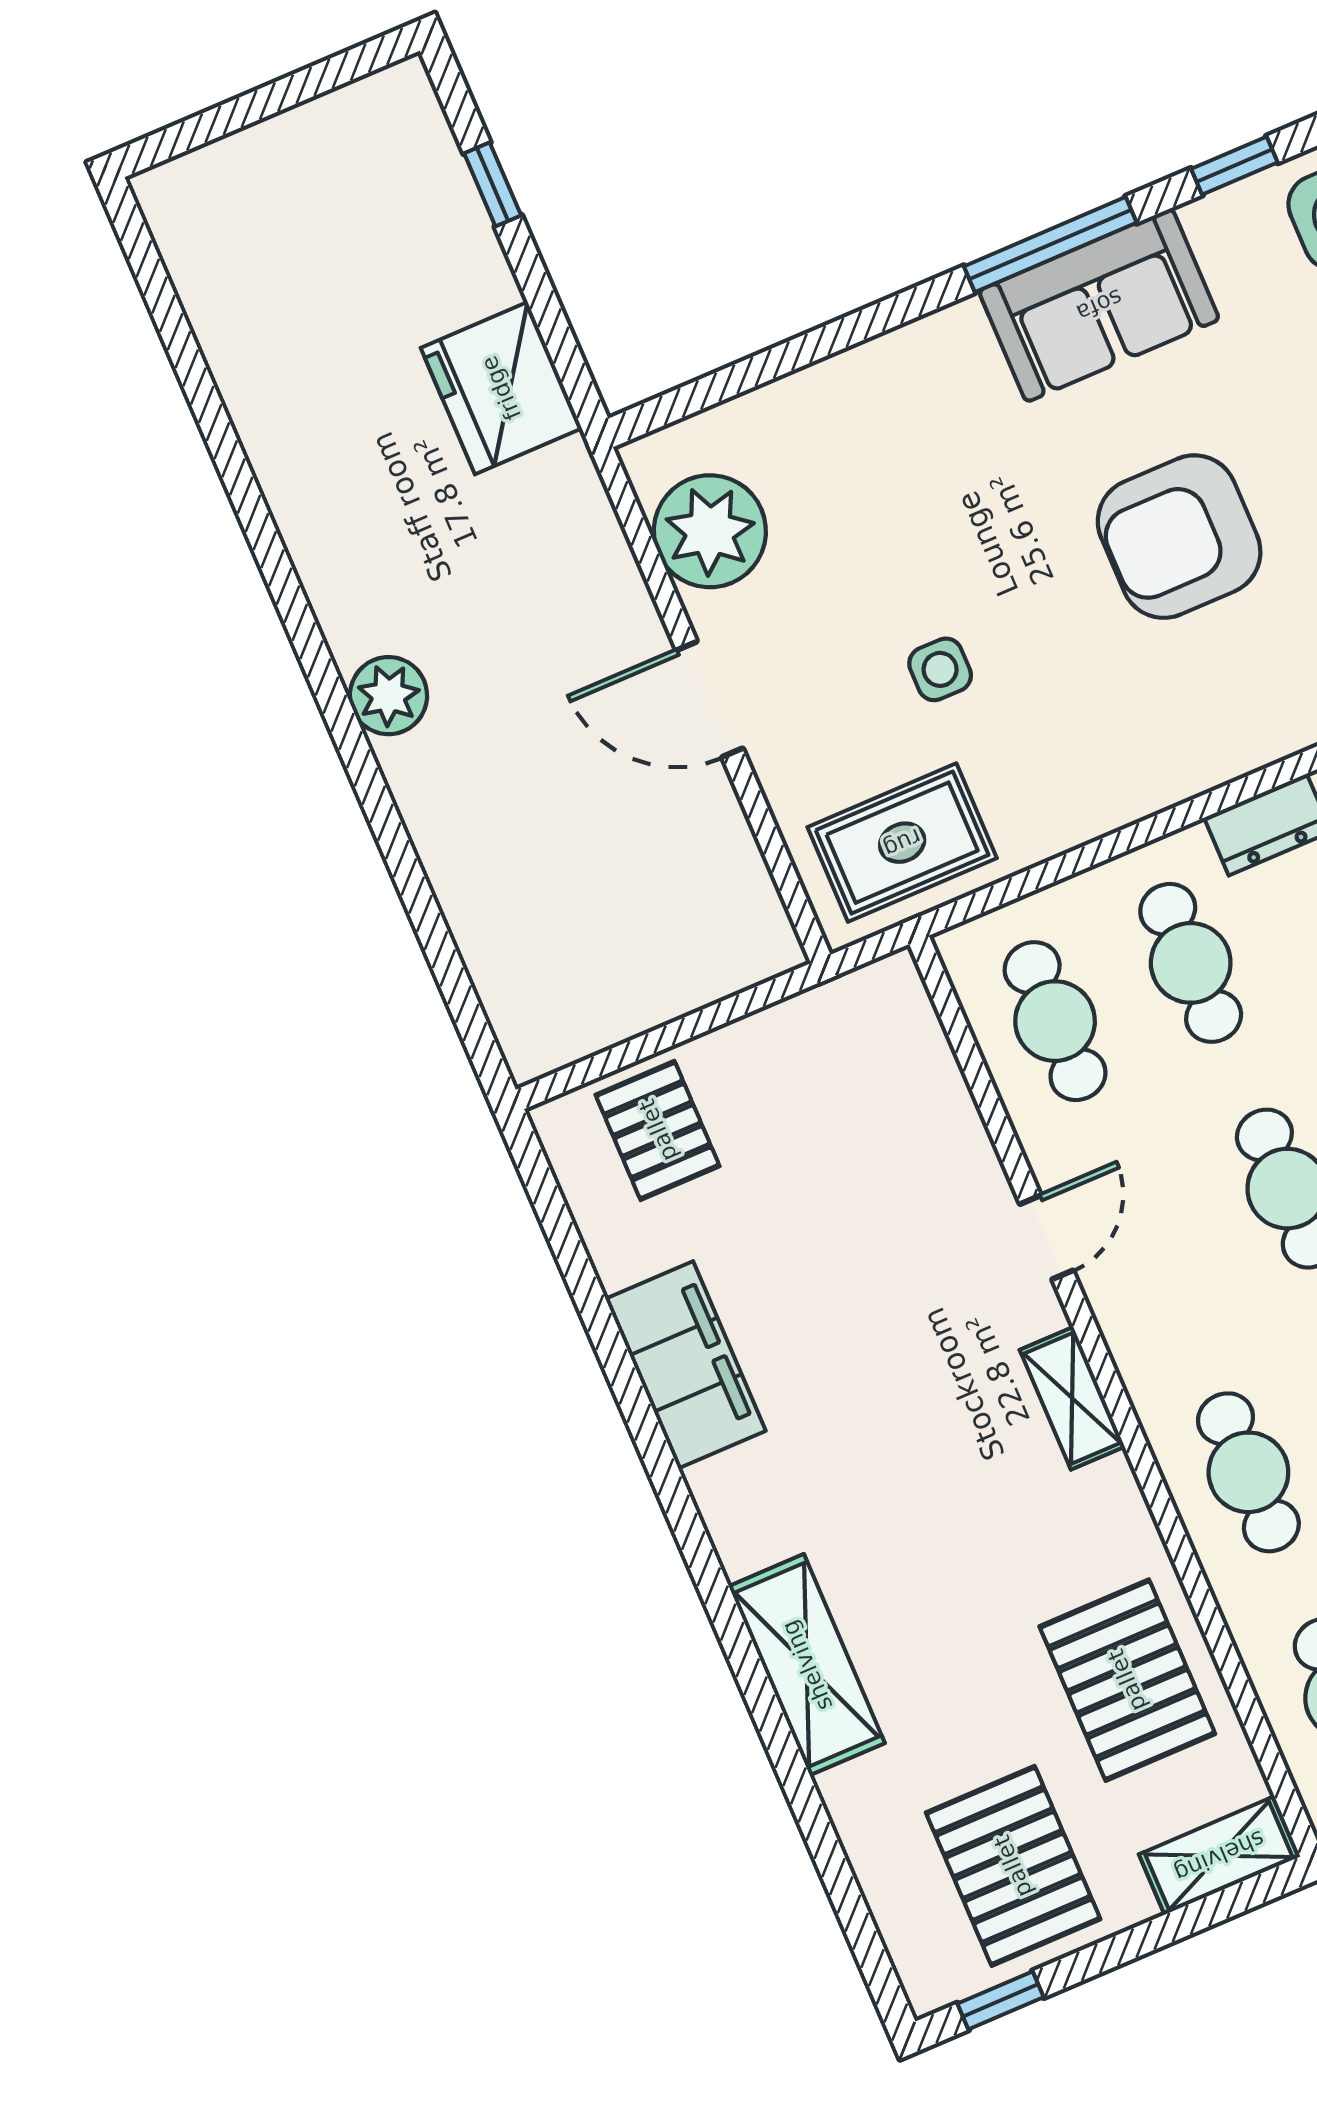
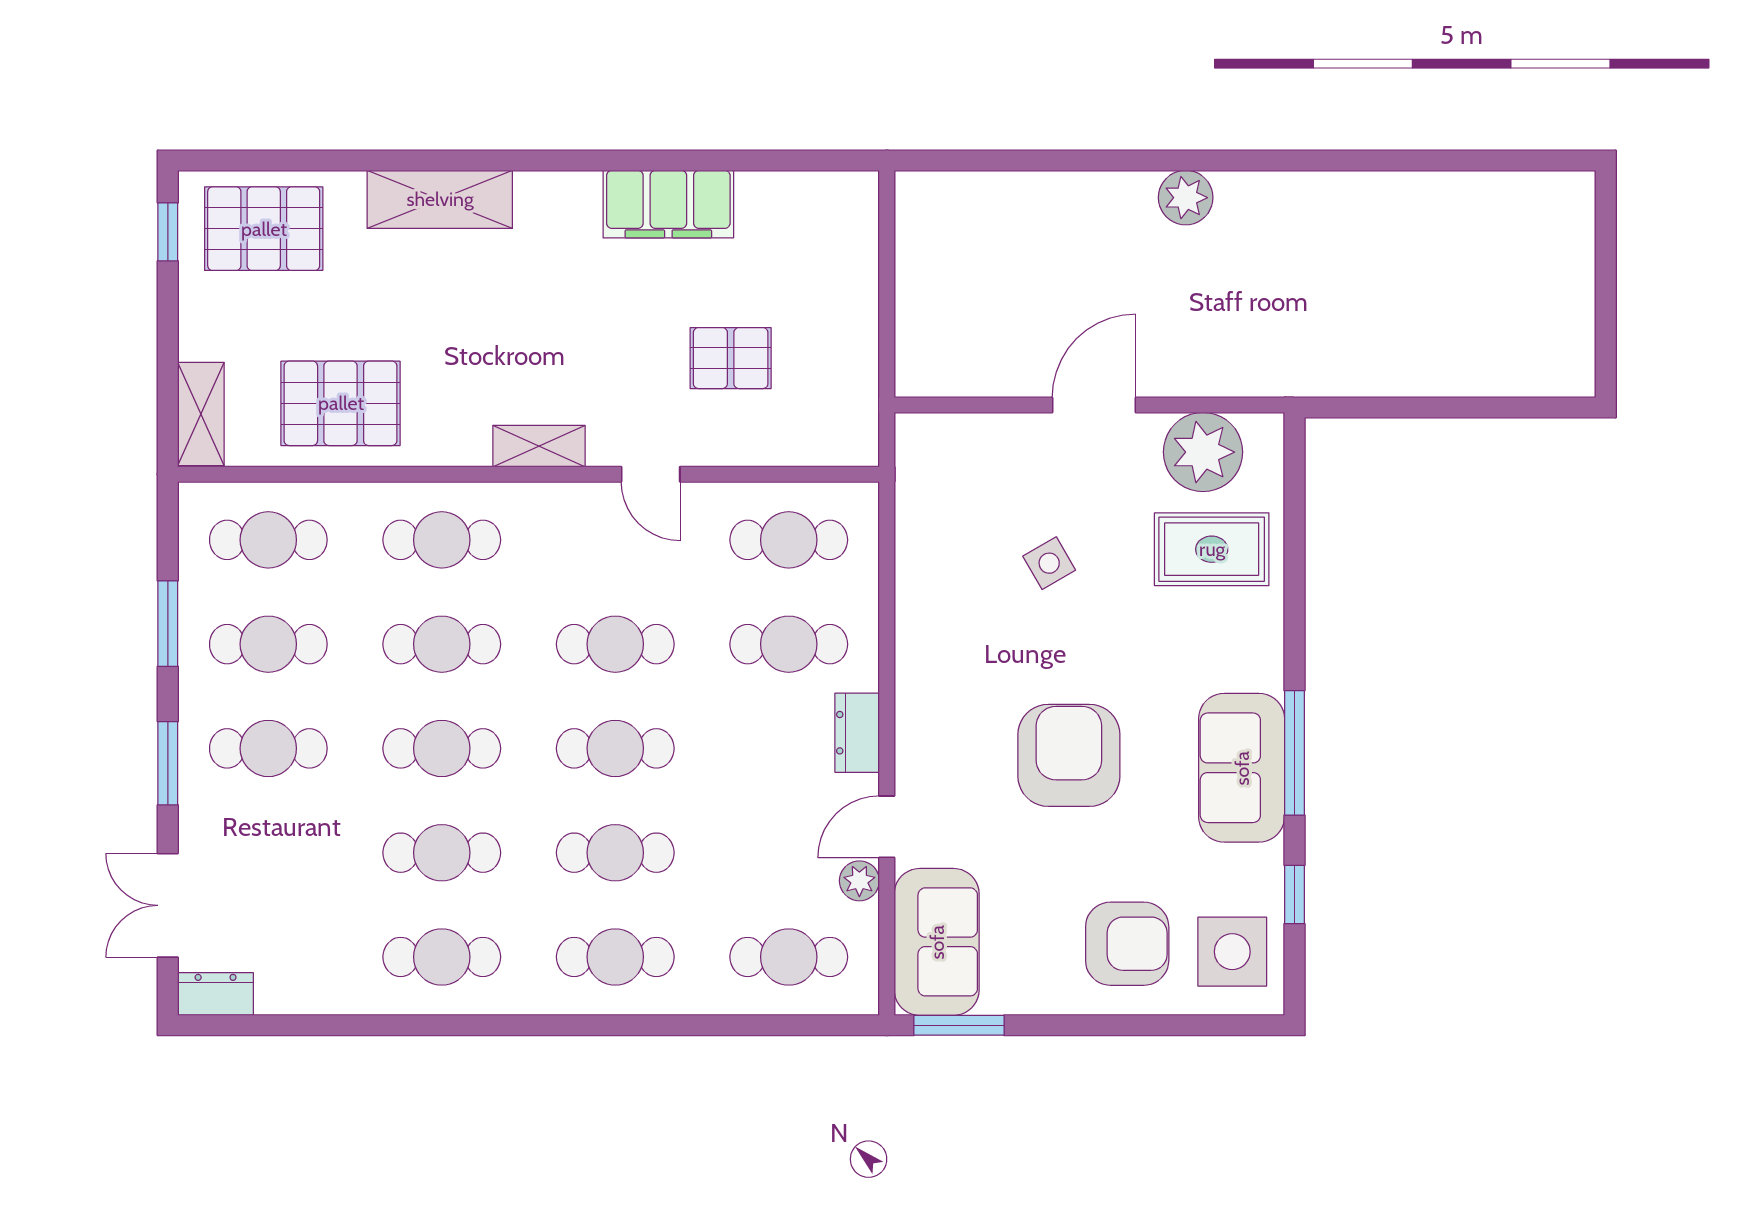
window: (493, 184) -> (1489, 407), removed
fridge: (501, 388) -> (1354, 356), removed
side table: (940, 669) -> (1049, 563), turned -30
rug: (902, 843) -> (1212, 549), moved, turned 90
pallet: (658, 1130) -> (731, 358), moved
pallet: (1013, 1866) -> (264, 229), moved

